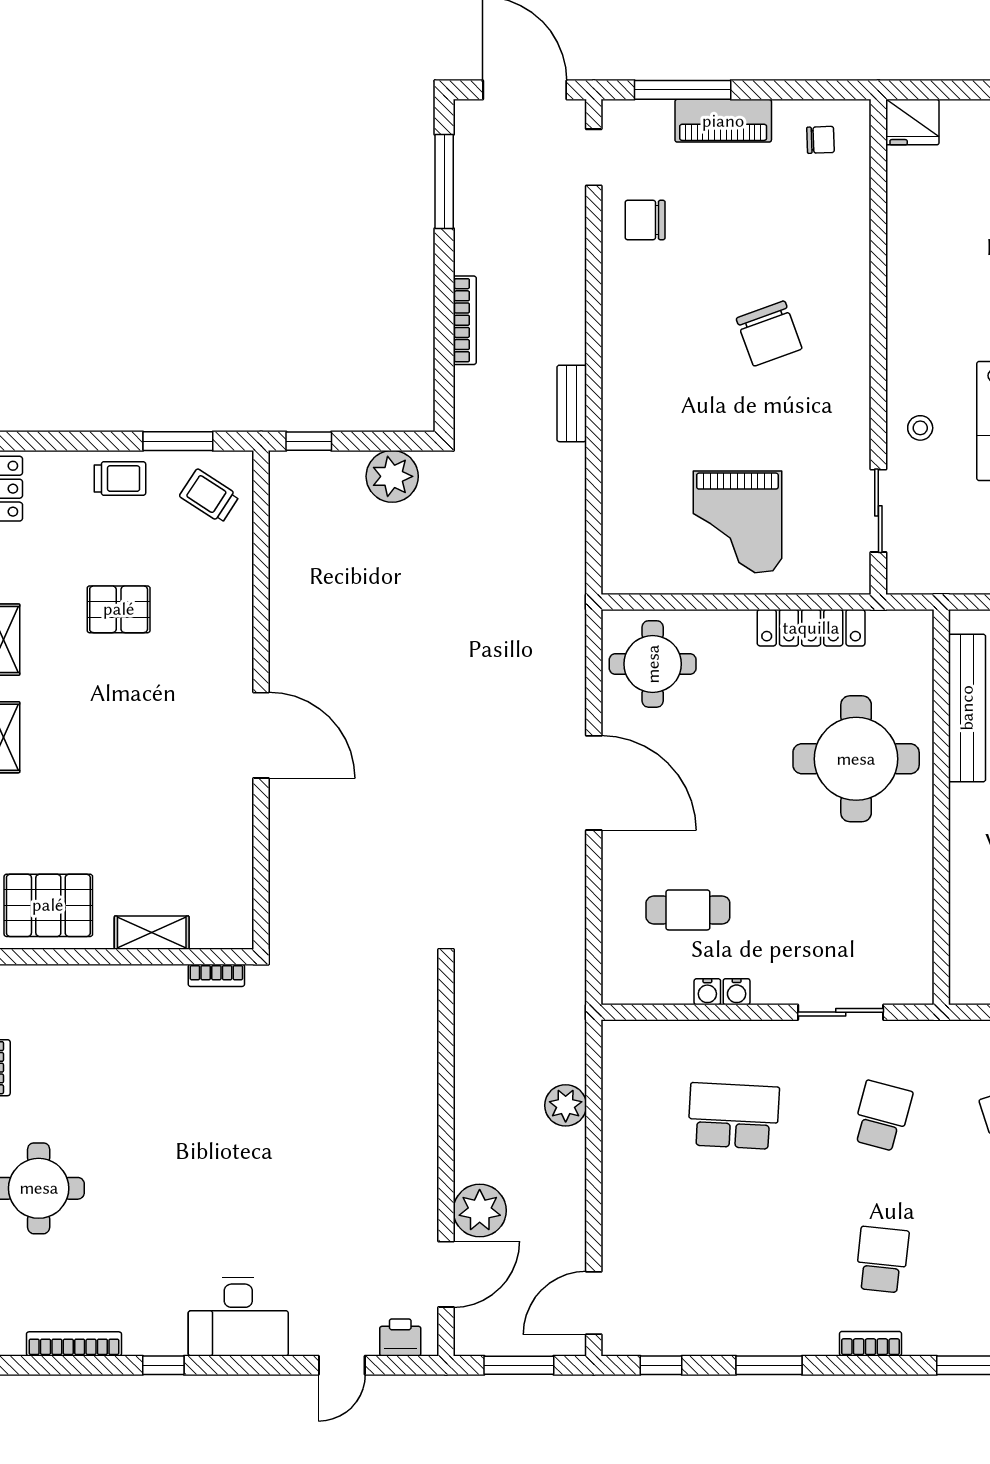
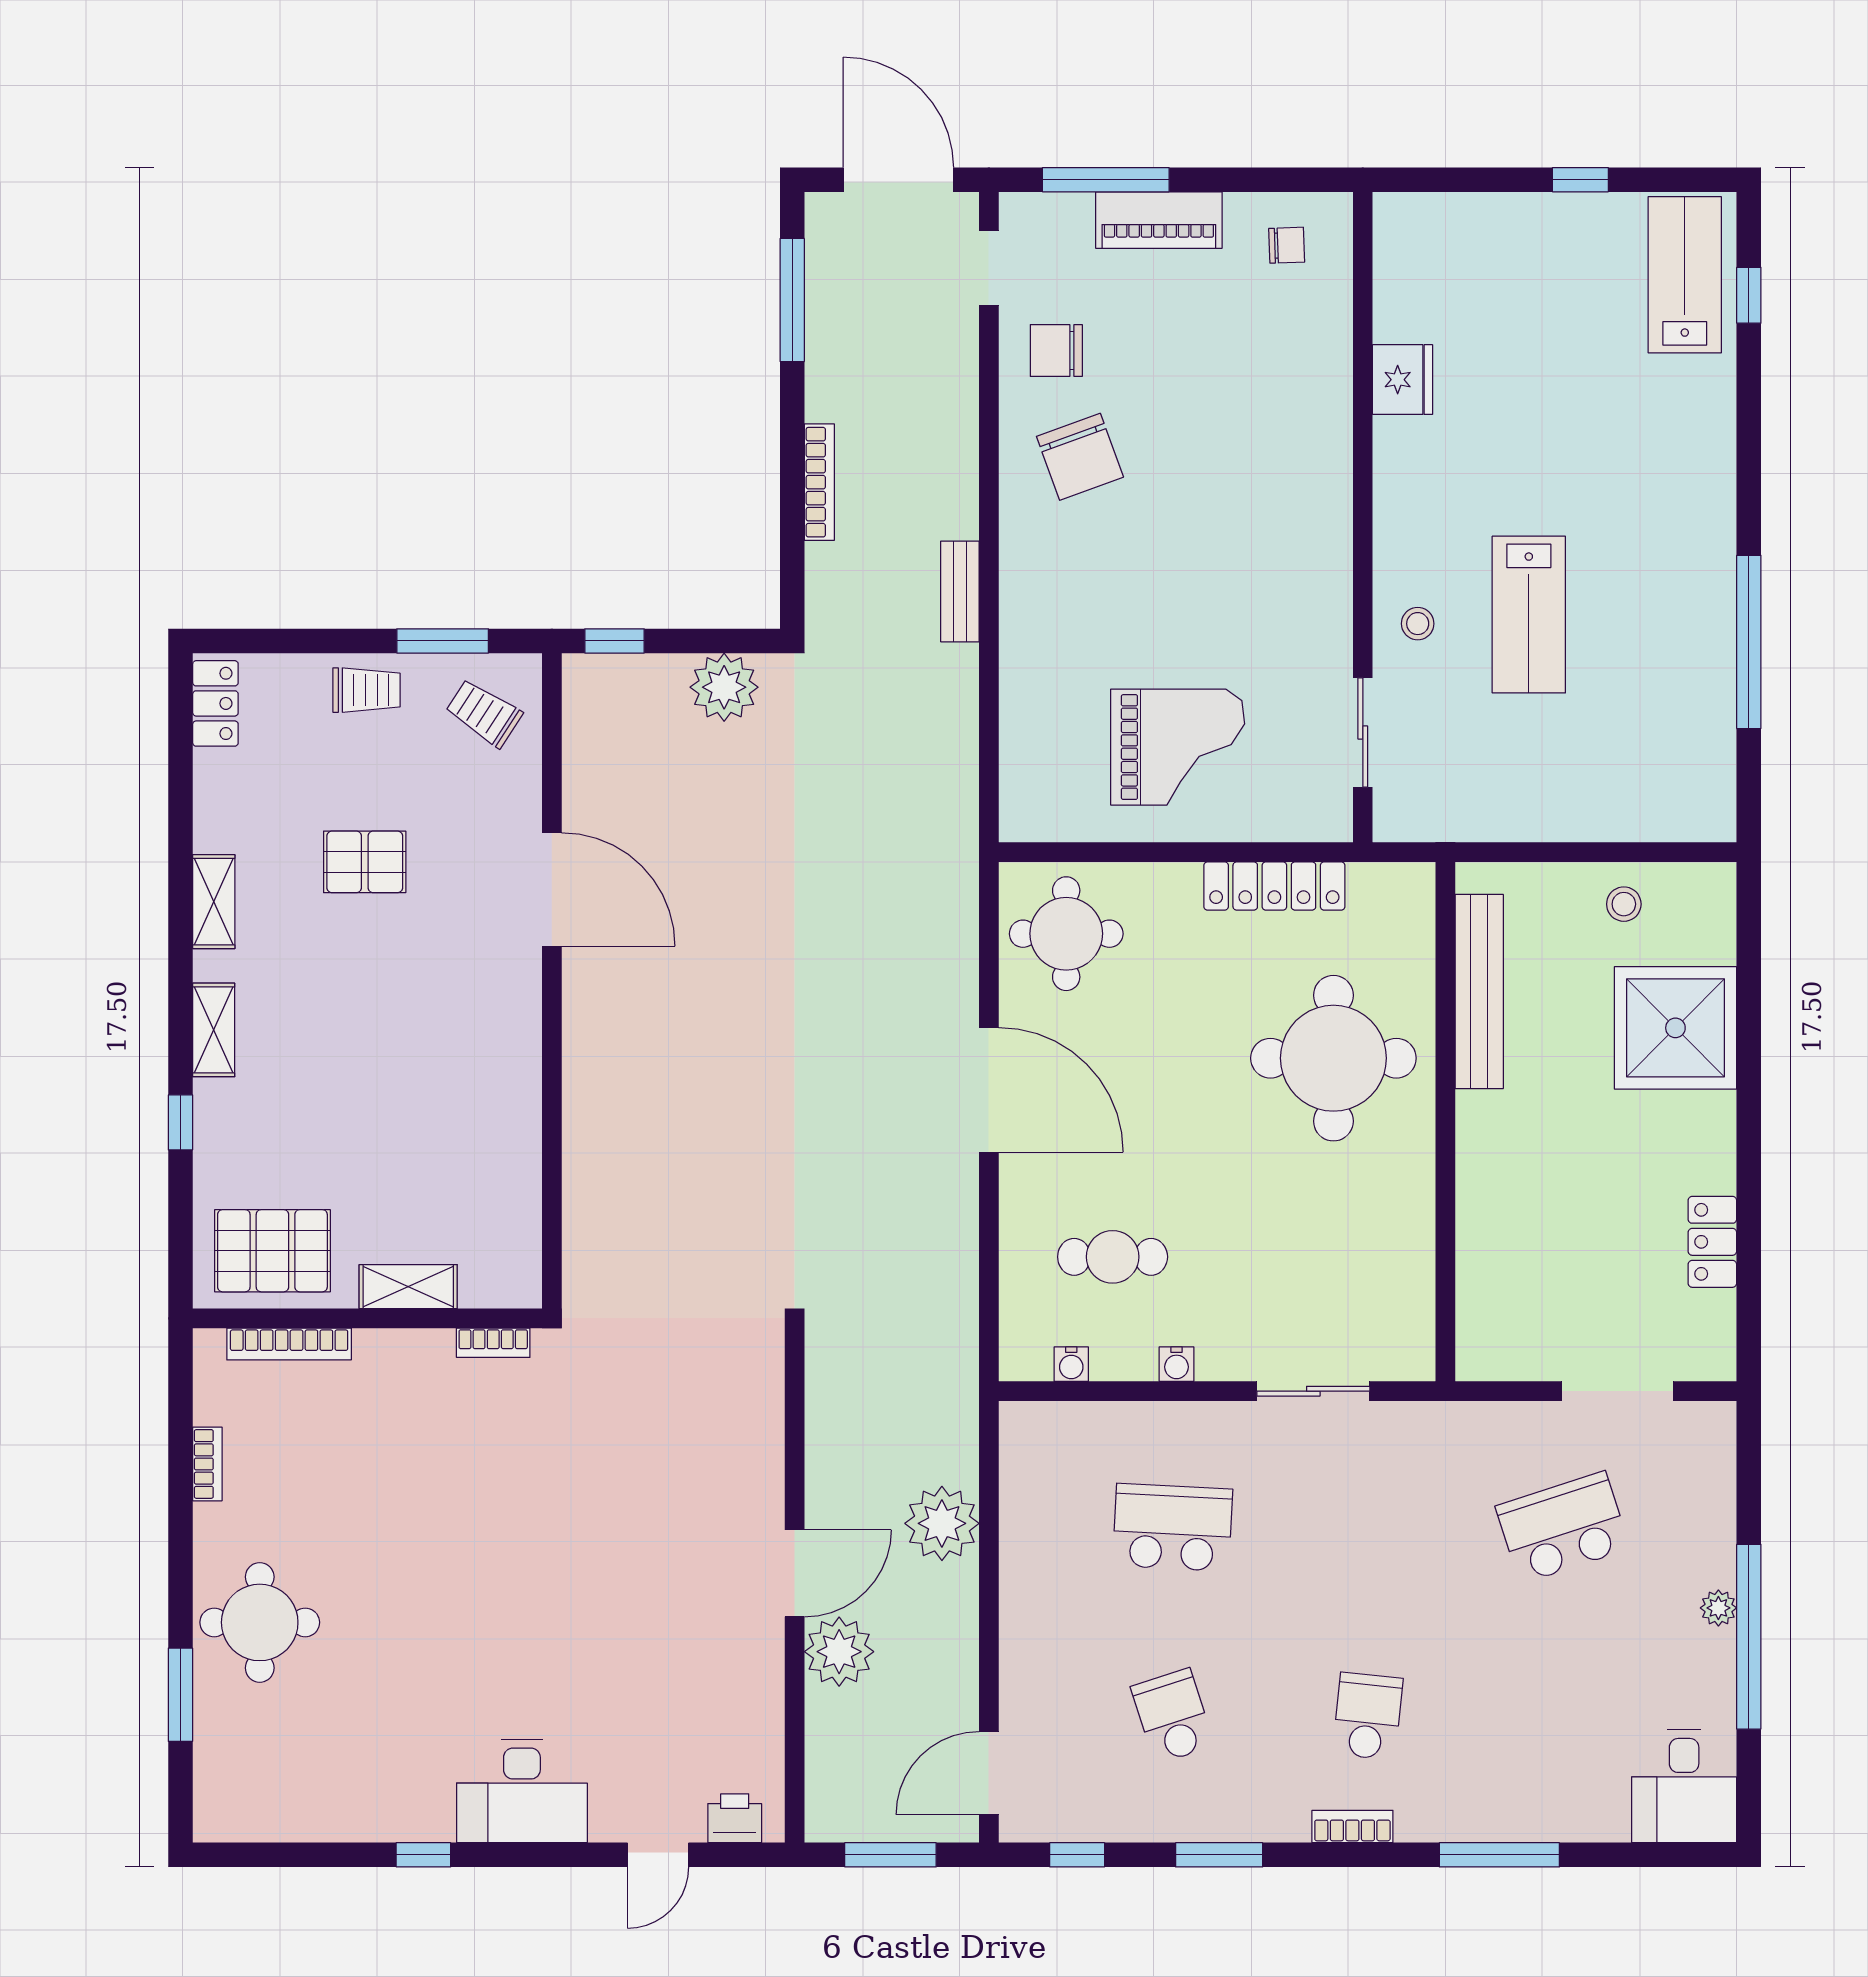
fridge: (912, 122) -> (1403, 380), moved, turned -90
chair: (769, 333) -> (1080, 457), moved
grand piano: (737, 522) -> (1178, 747), turned -90
door: (261, 735) -> (552, 890), moved
water cooler: (707, 992) -> (1071, 1364), moved
plant: (566, 1105) -> (942, 1523), width x1.36, depth x1.36
school desk: (882, 1116) -> (1173, 1716), moved, turned -33
door: (446, 1274) -> (795, 1573), moved
bookcase: (74, 1344) -> (289, 1344), moved, turned 180

